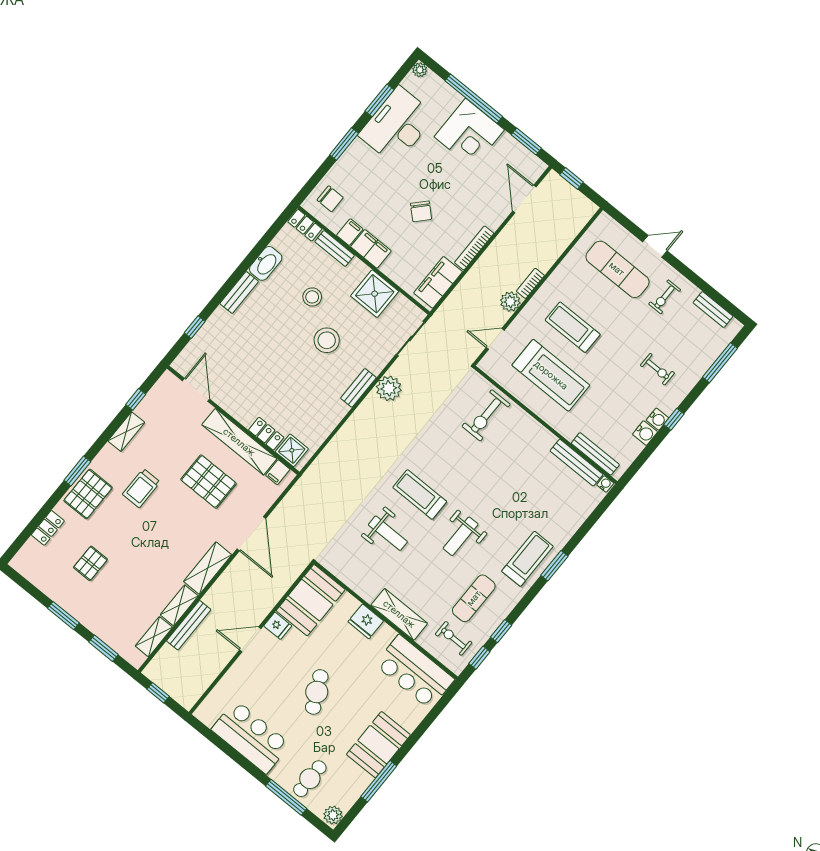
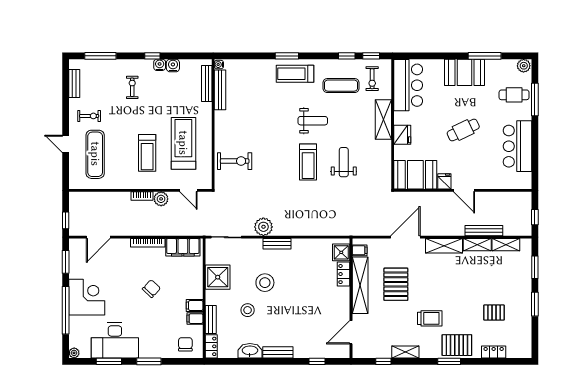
filing cabinet: (371, 249) -> (195, 305), width x0.50

